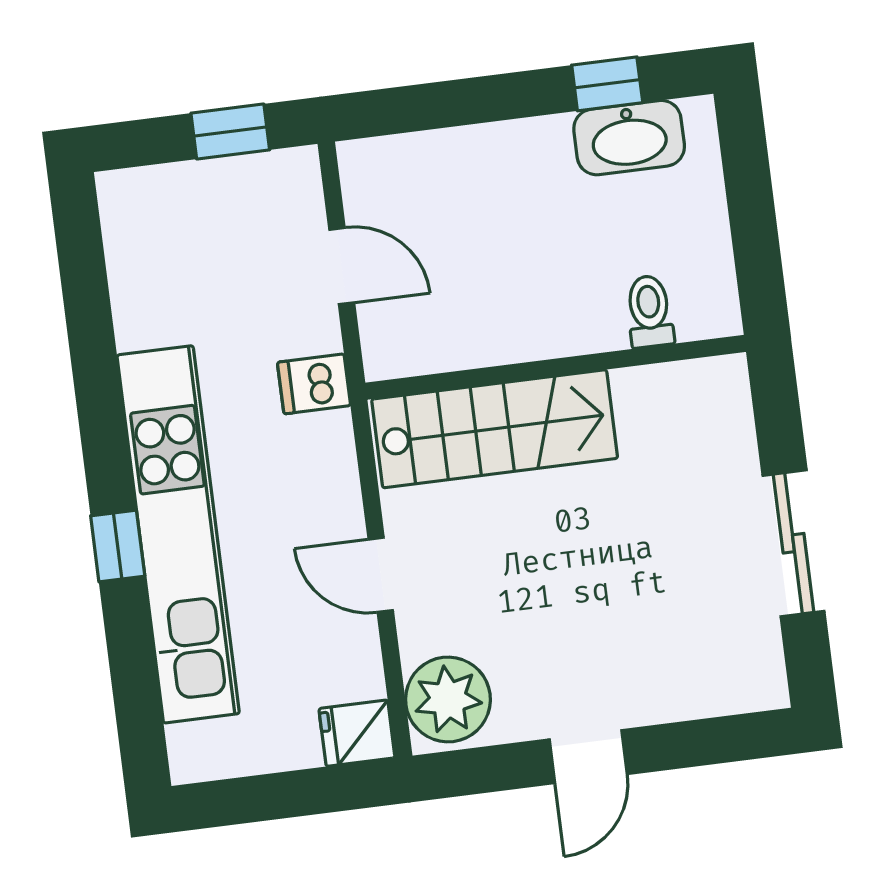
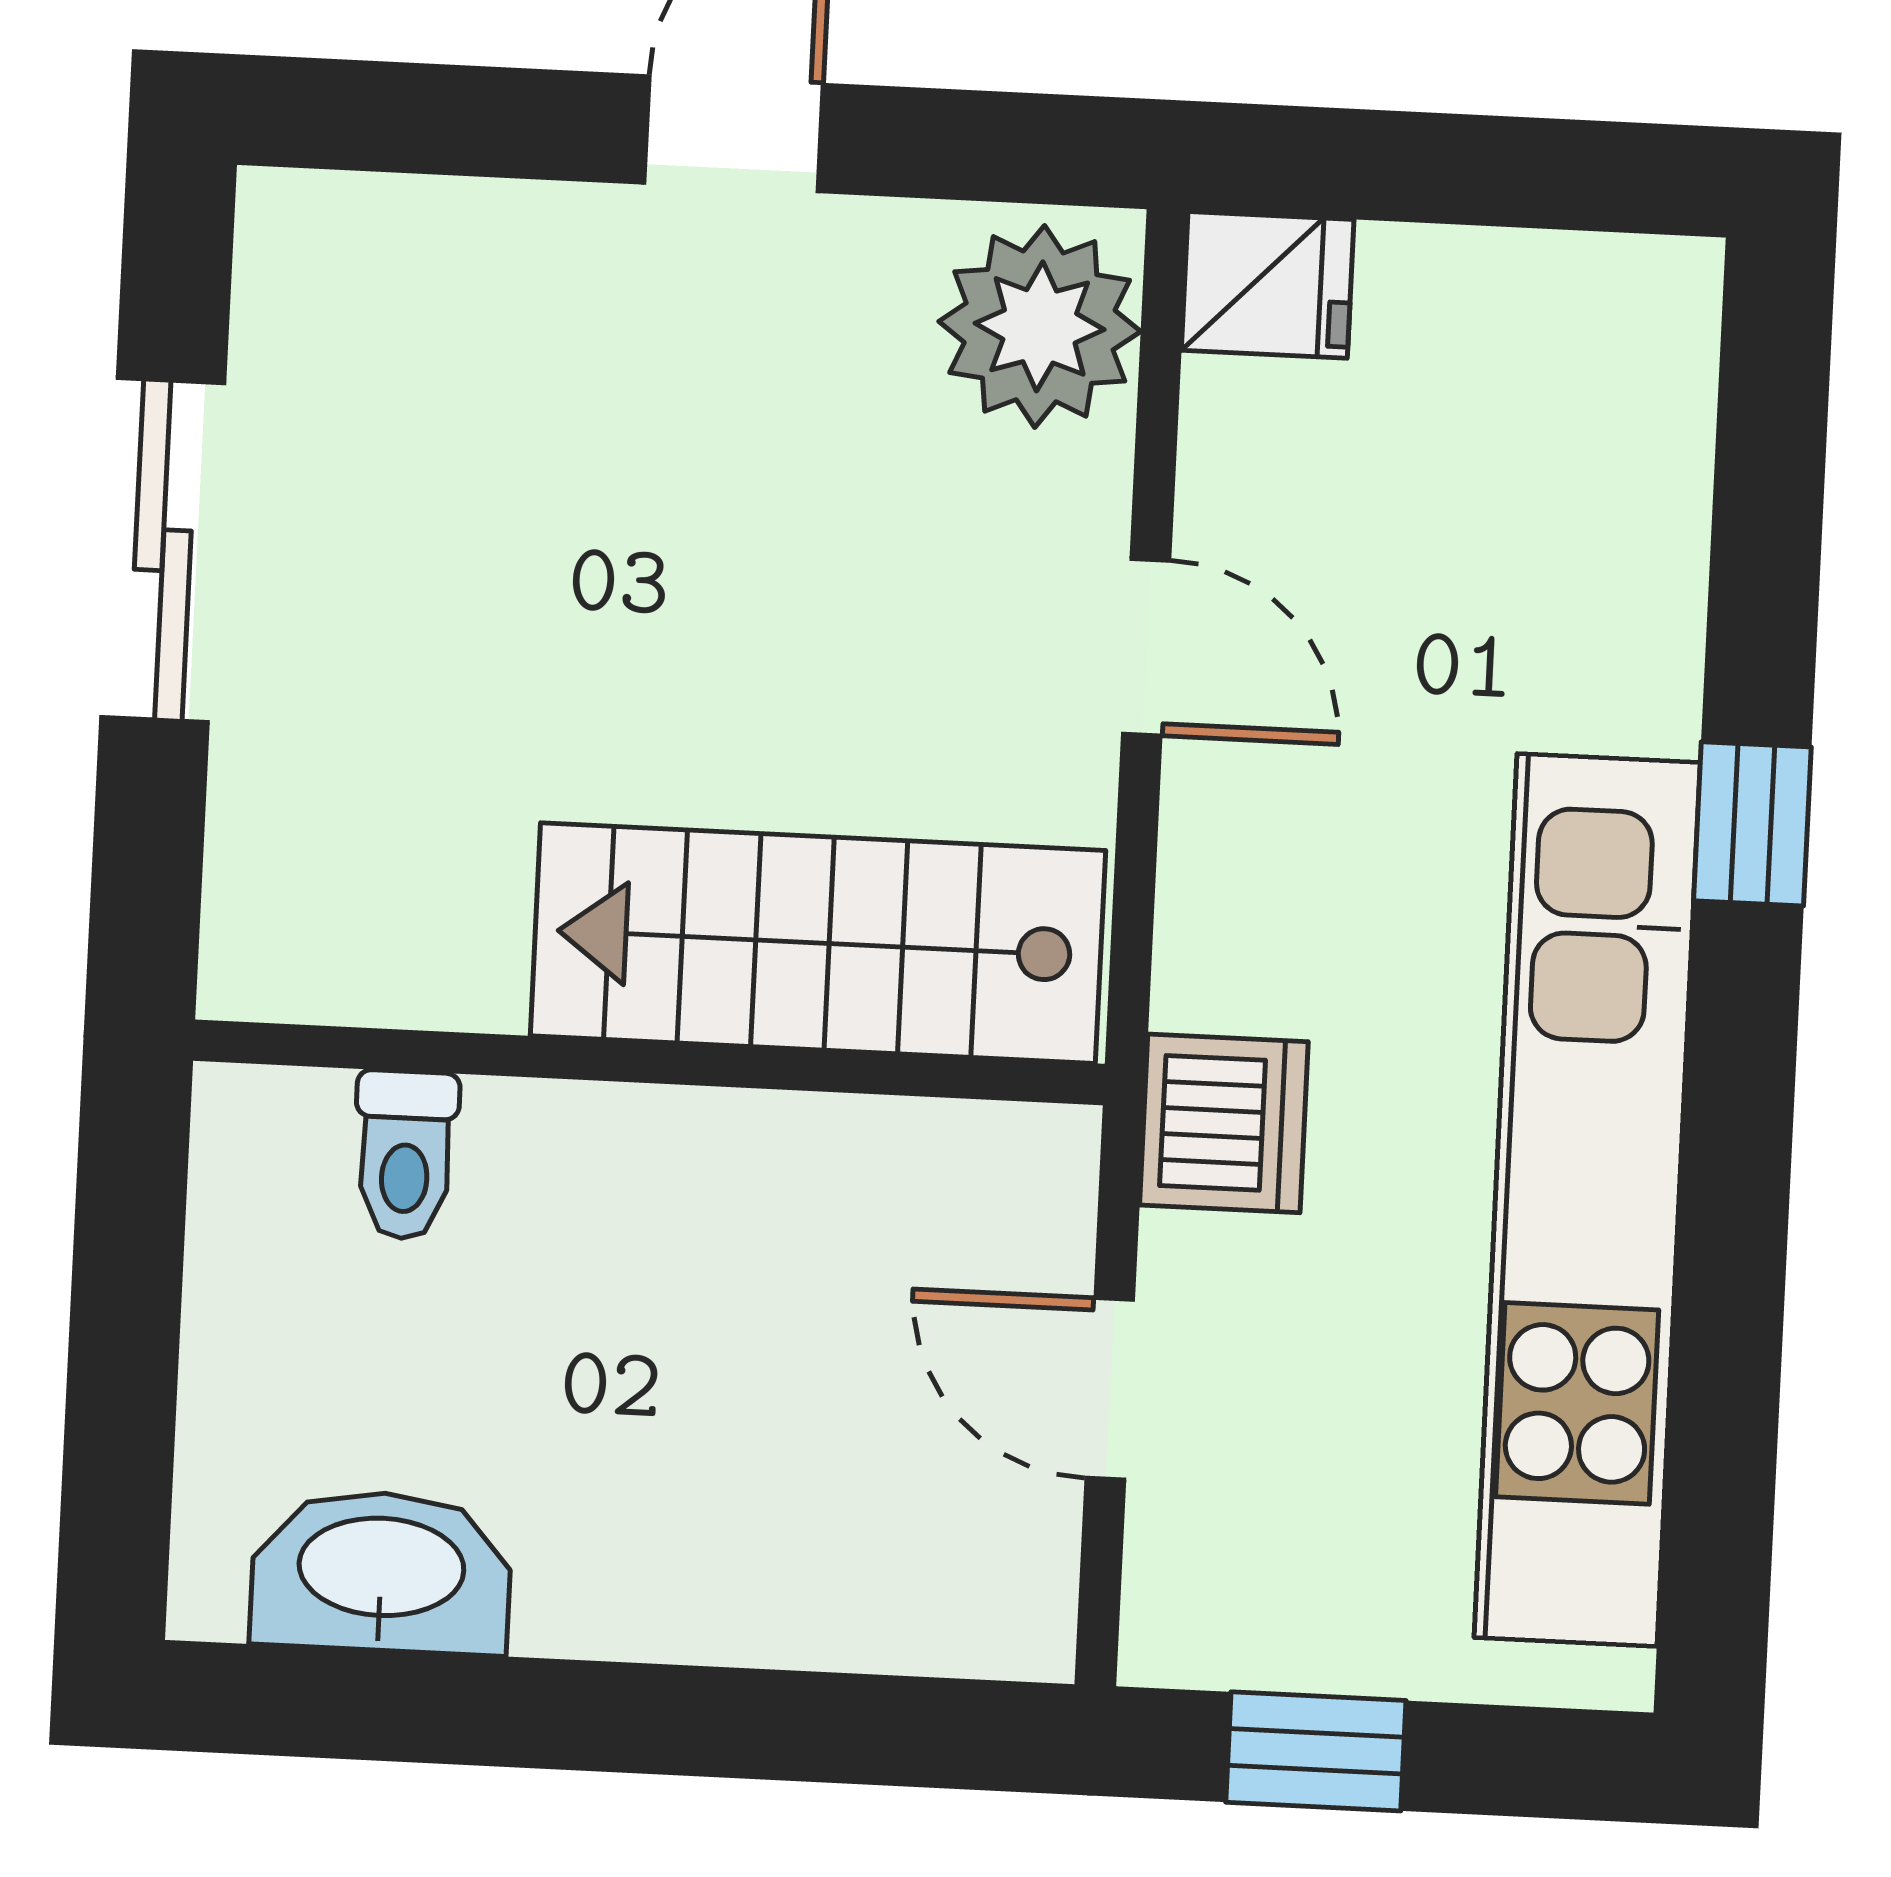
window: (607, 84) -> (410, 1707), removed
dishwasher: (314, 384) -> (1224, 1123), width x1.38
kitchen unit: (178, 534) -> (1587, 1200), moved

